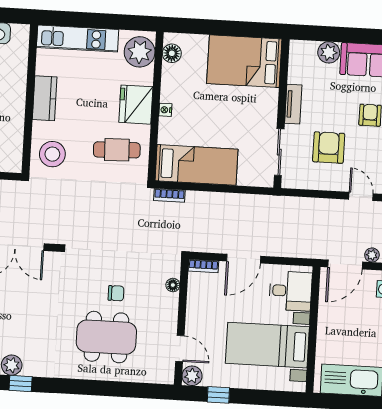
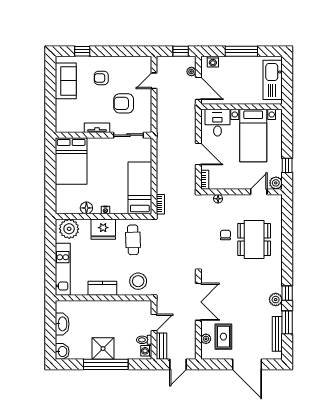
plant: (329, 52) -> (62, 107), removed
floor lamp: (172, 53) -> (86, 208), moved

